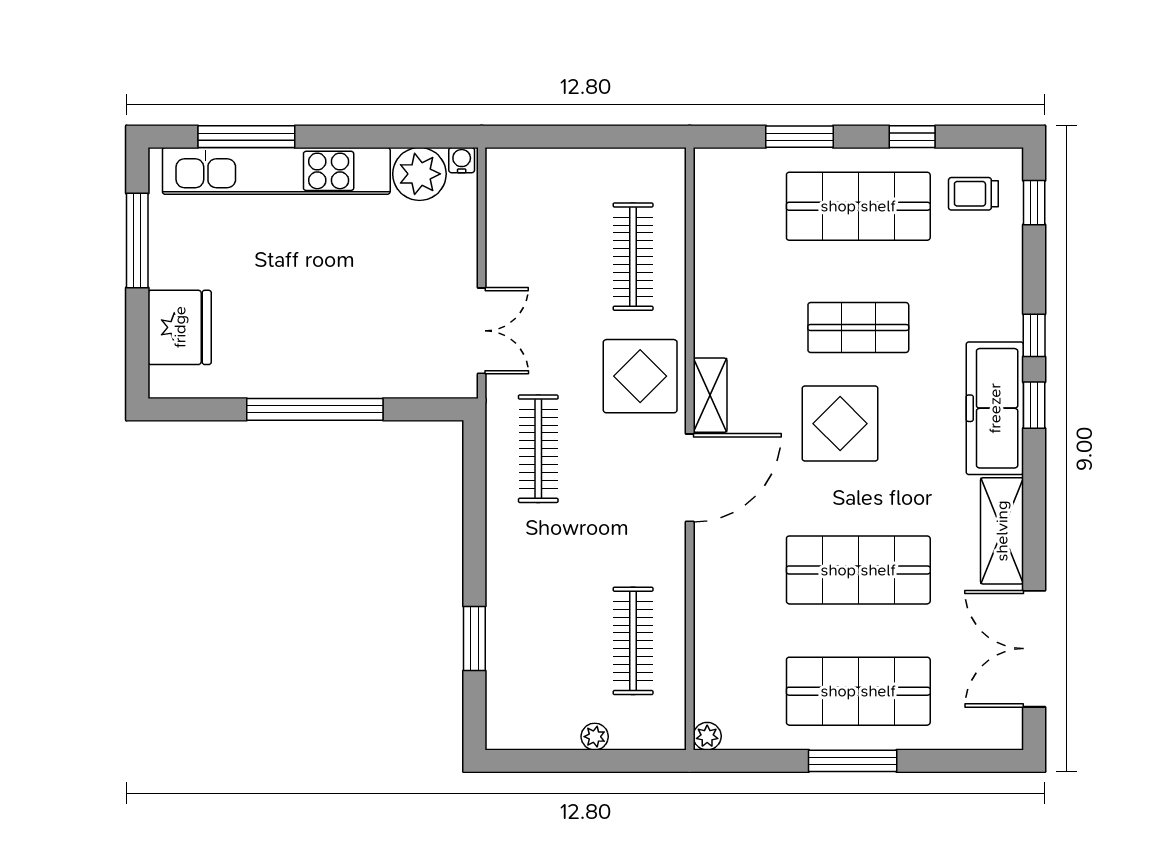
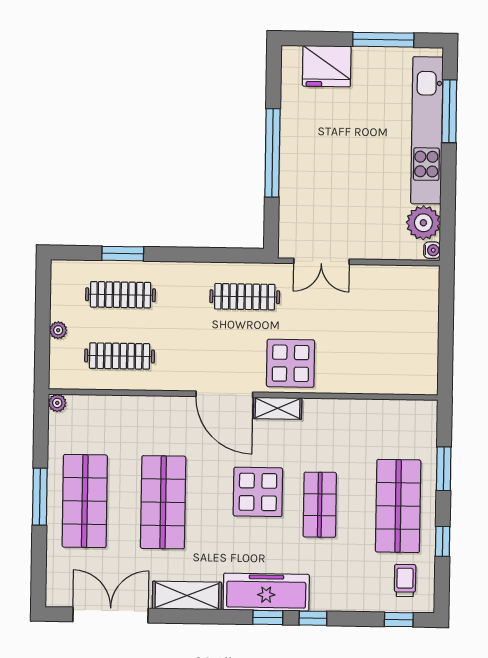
clothes rail: (633, 257) -> (121, 295), moved

